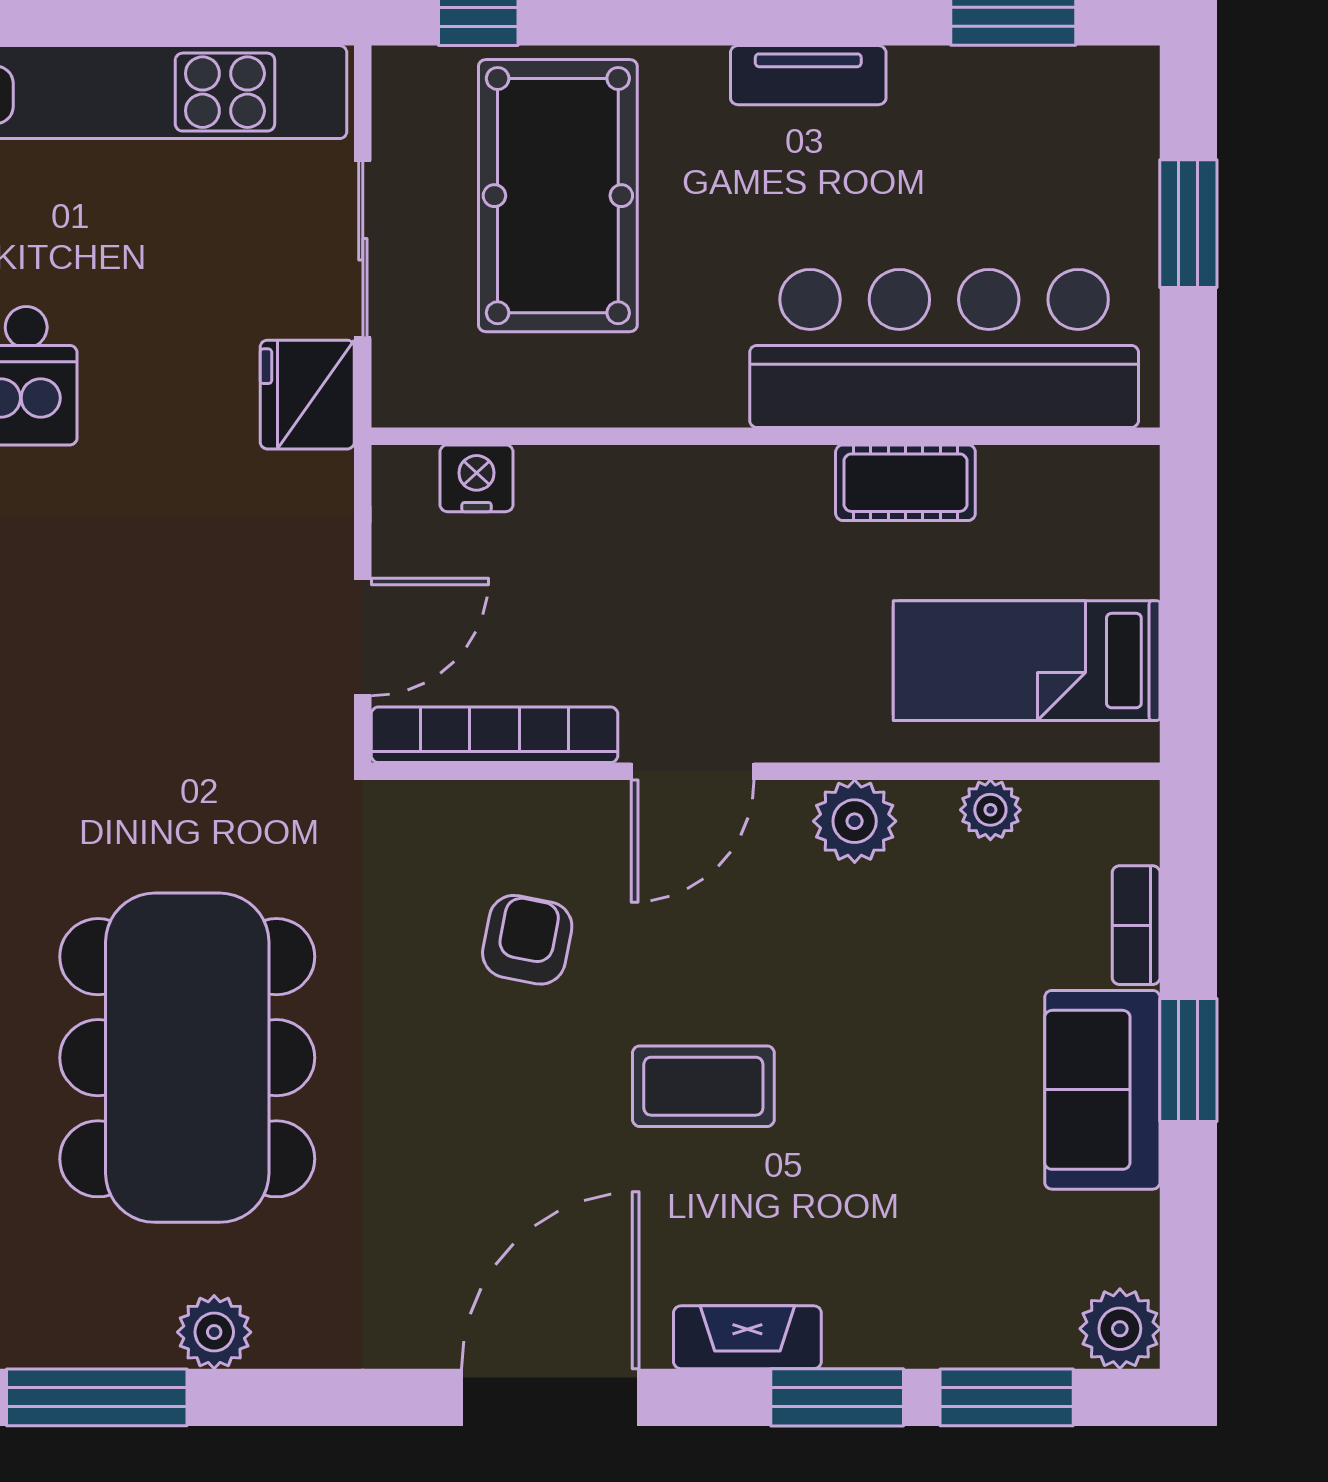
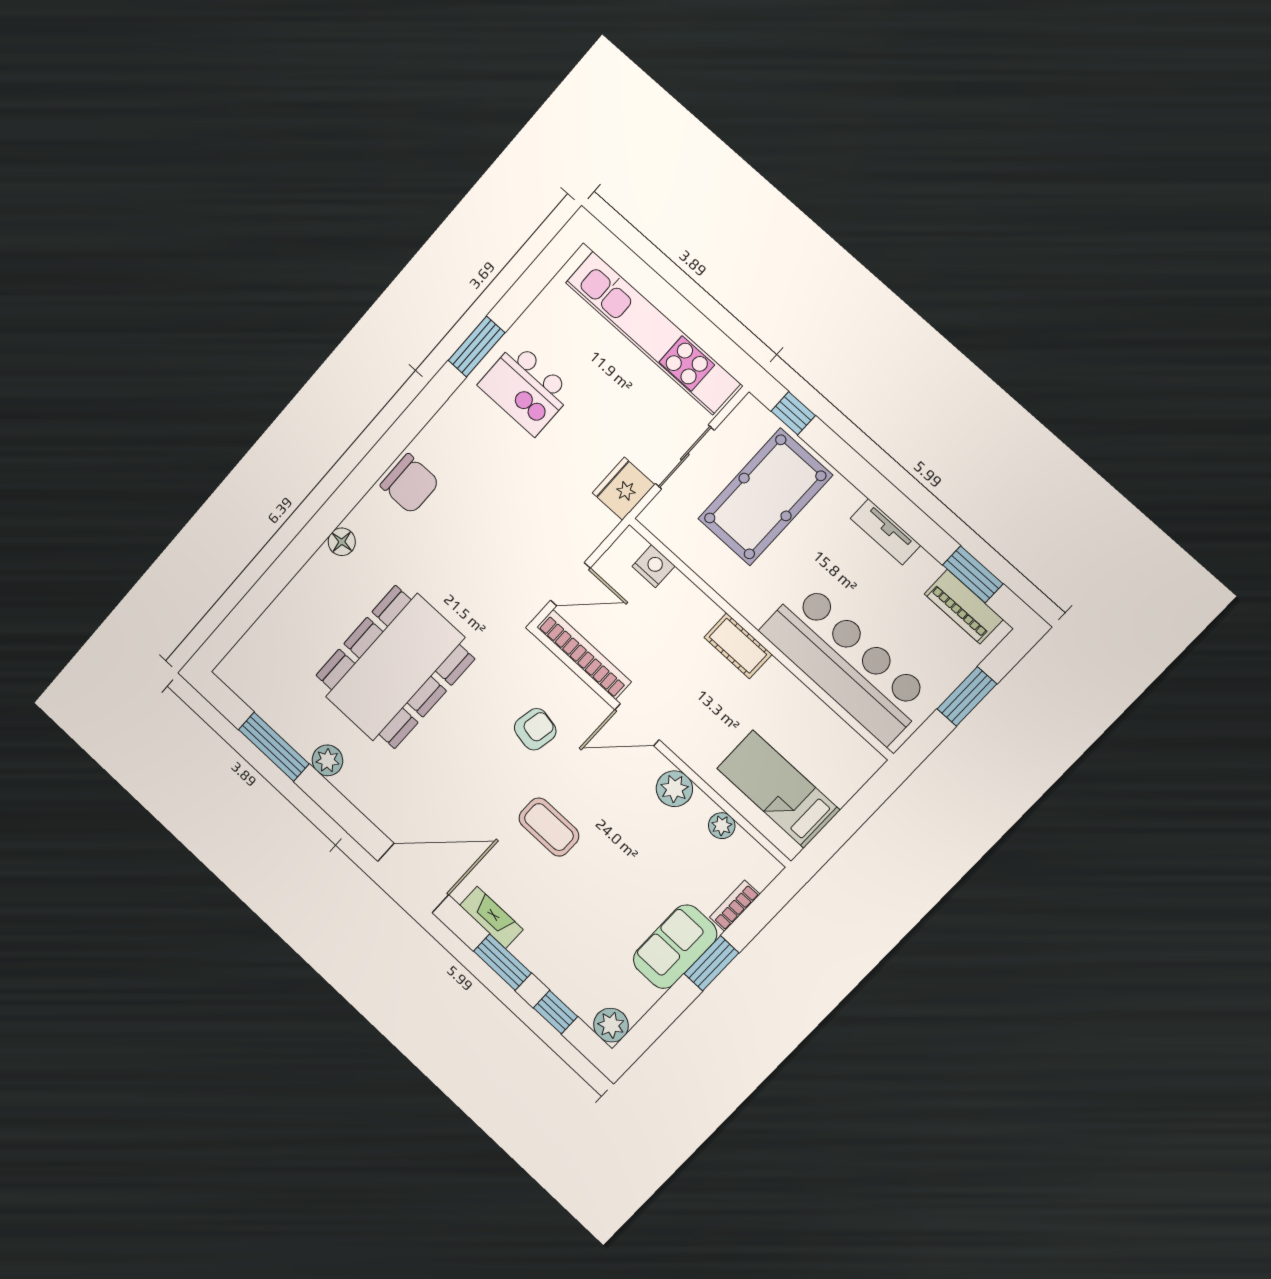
piano: (1047, 83) -> (964, 607), added
cot: (905, 483) -> (738, 646), moved
window: (1007, 1397) -> (556, 1012), width x0.67

